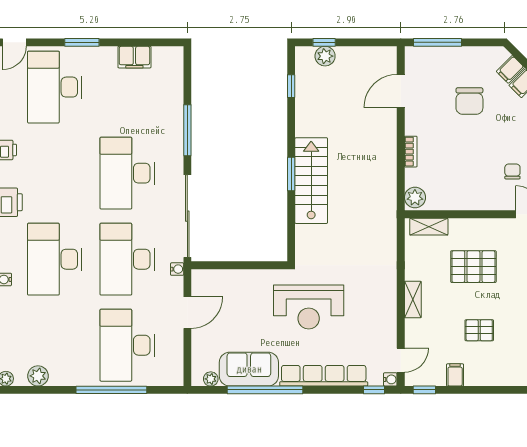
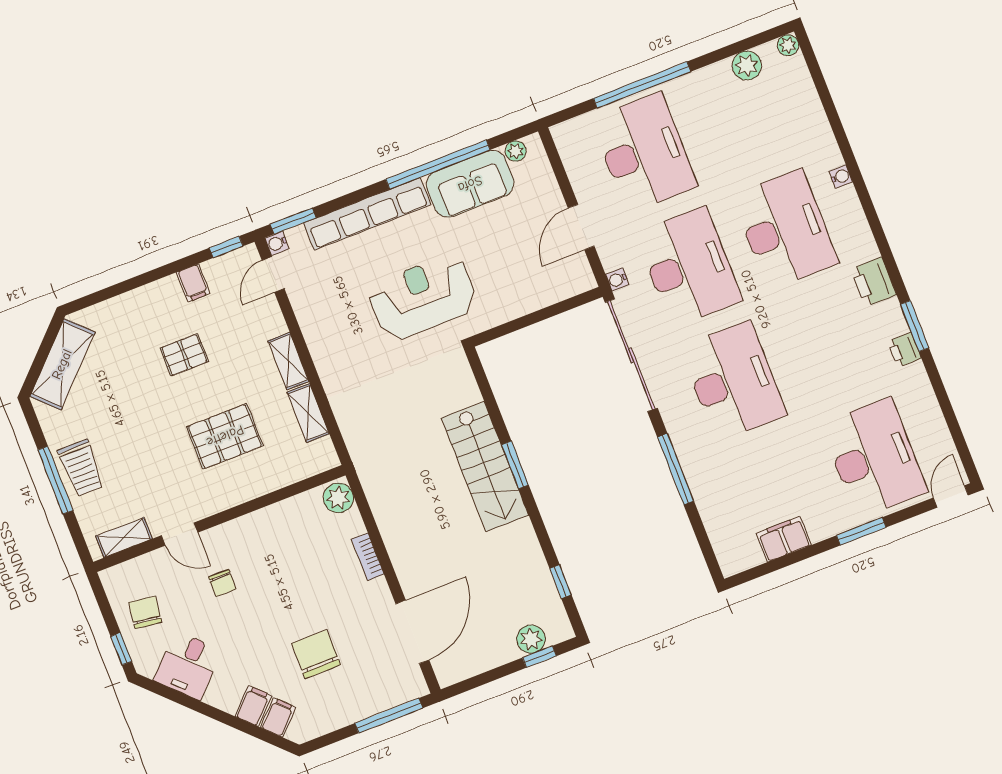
door: (401, 91) -> (412, 632), width x1.36
shelving: (429, 227) -> (308, 413), moved, turned 90
window: (374, 390) -> (293, 221), width x1.50

